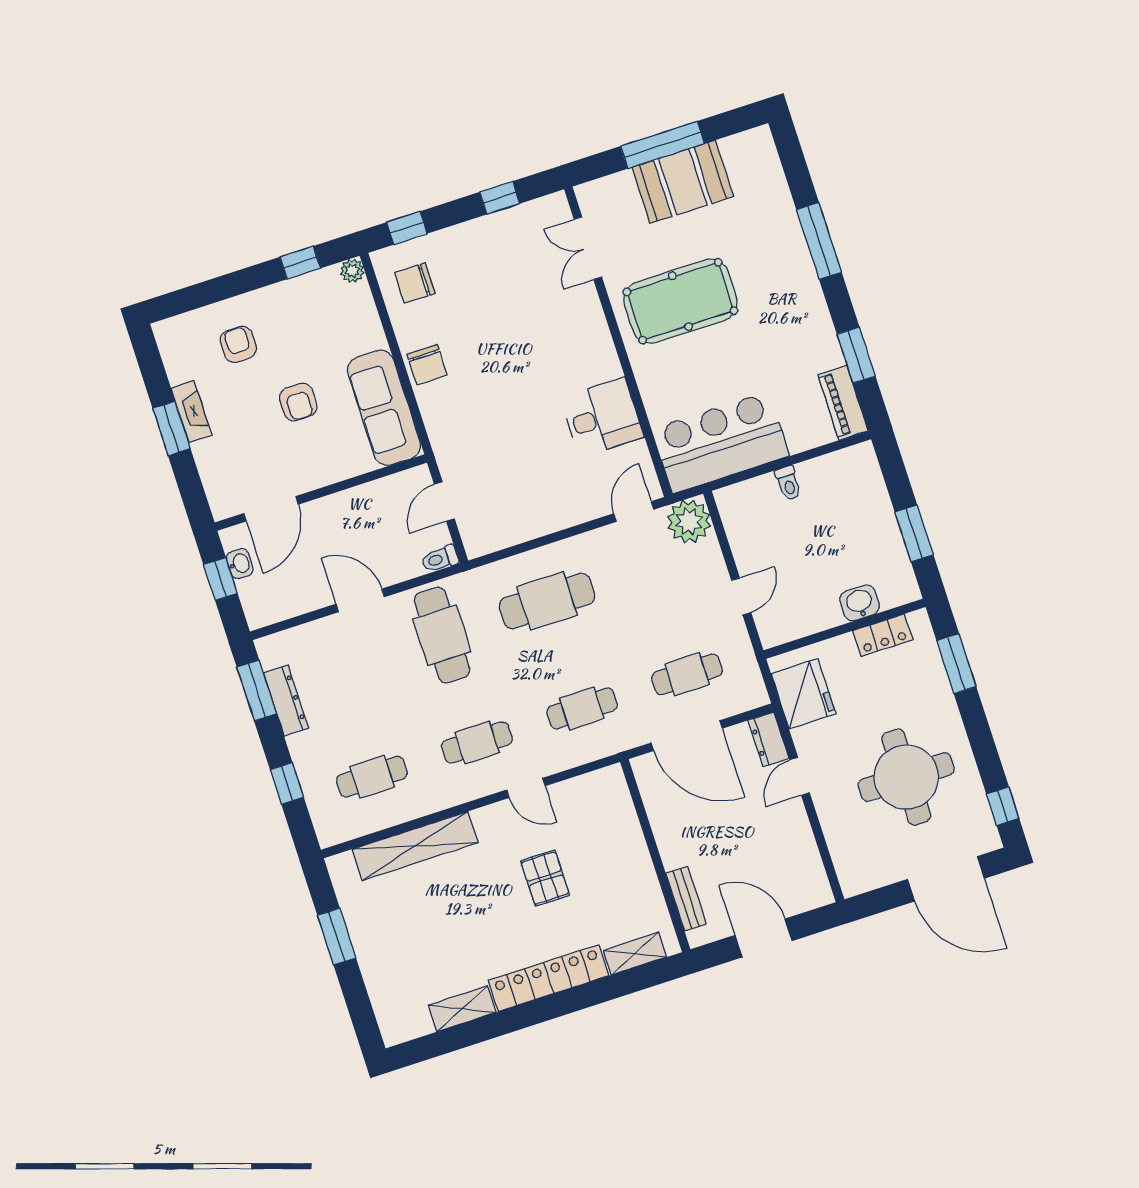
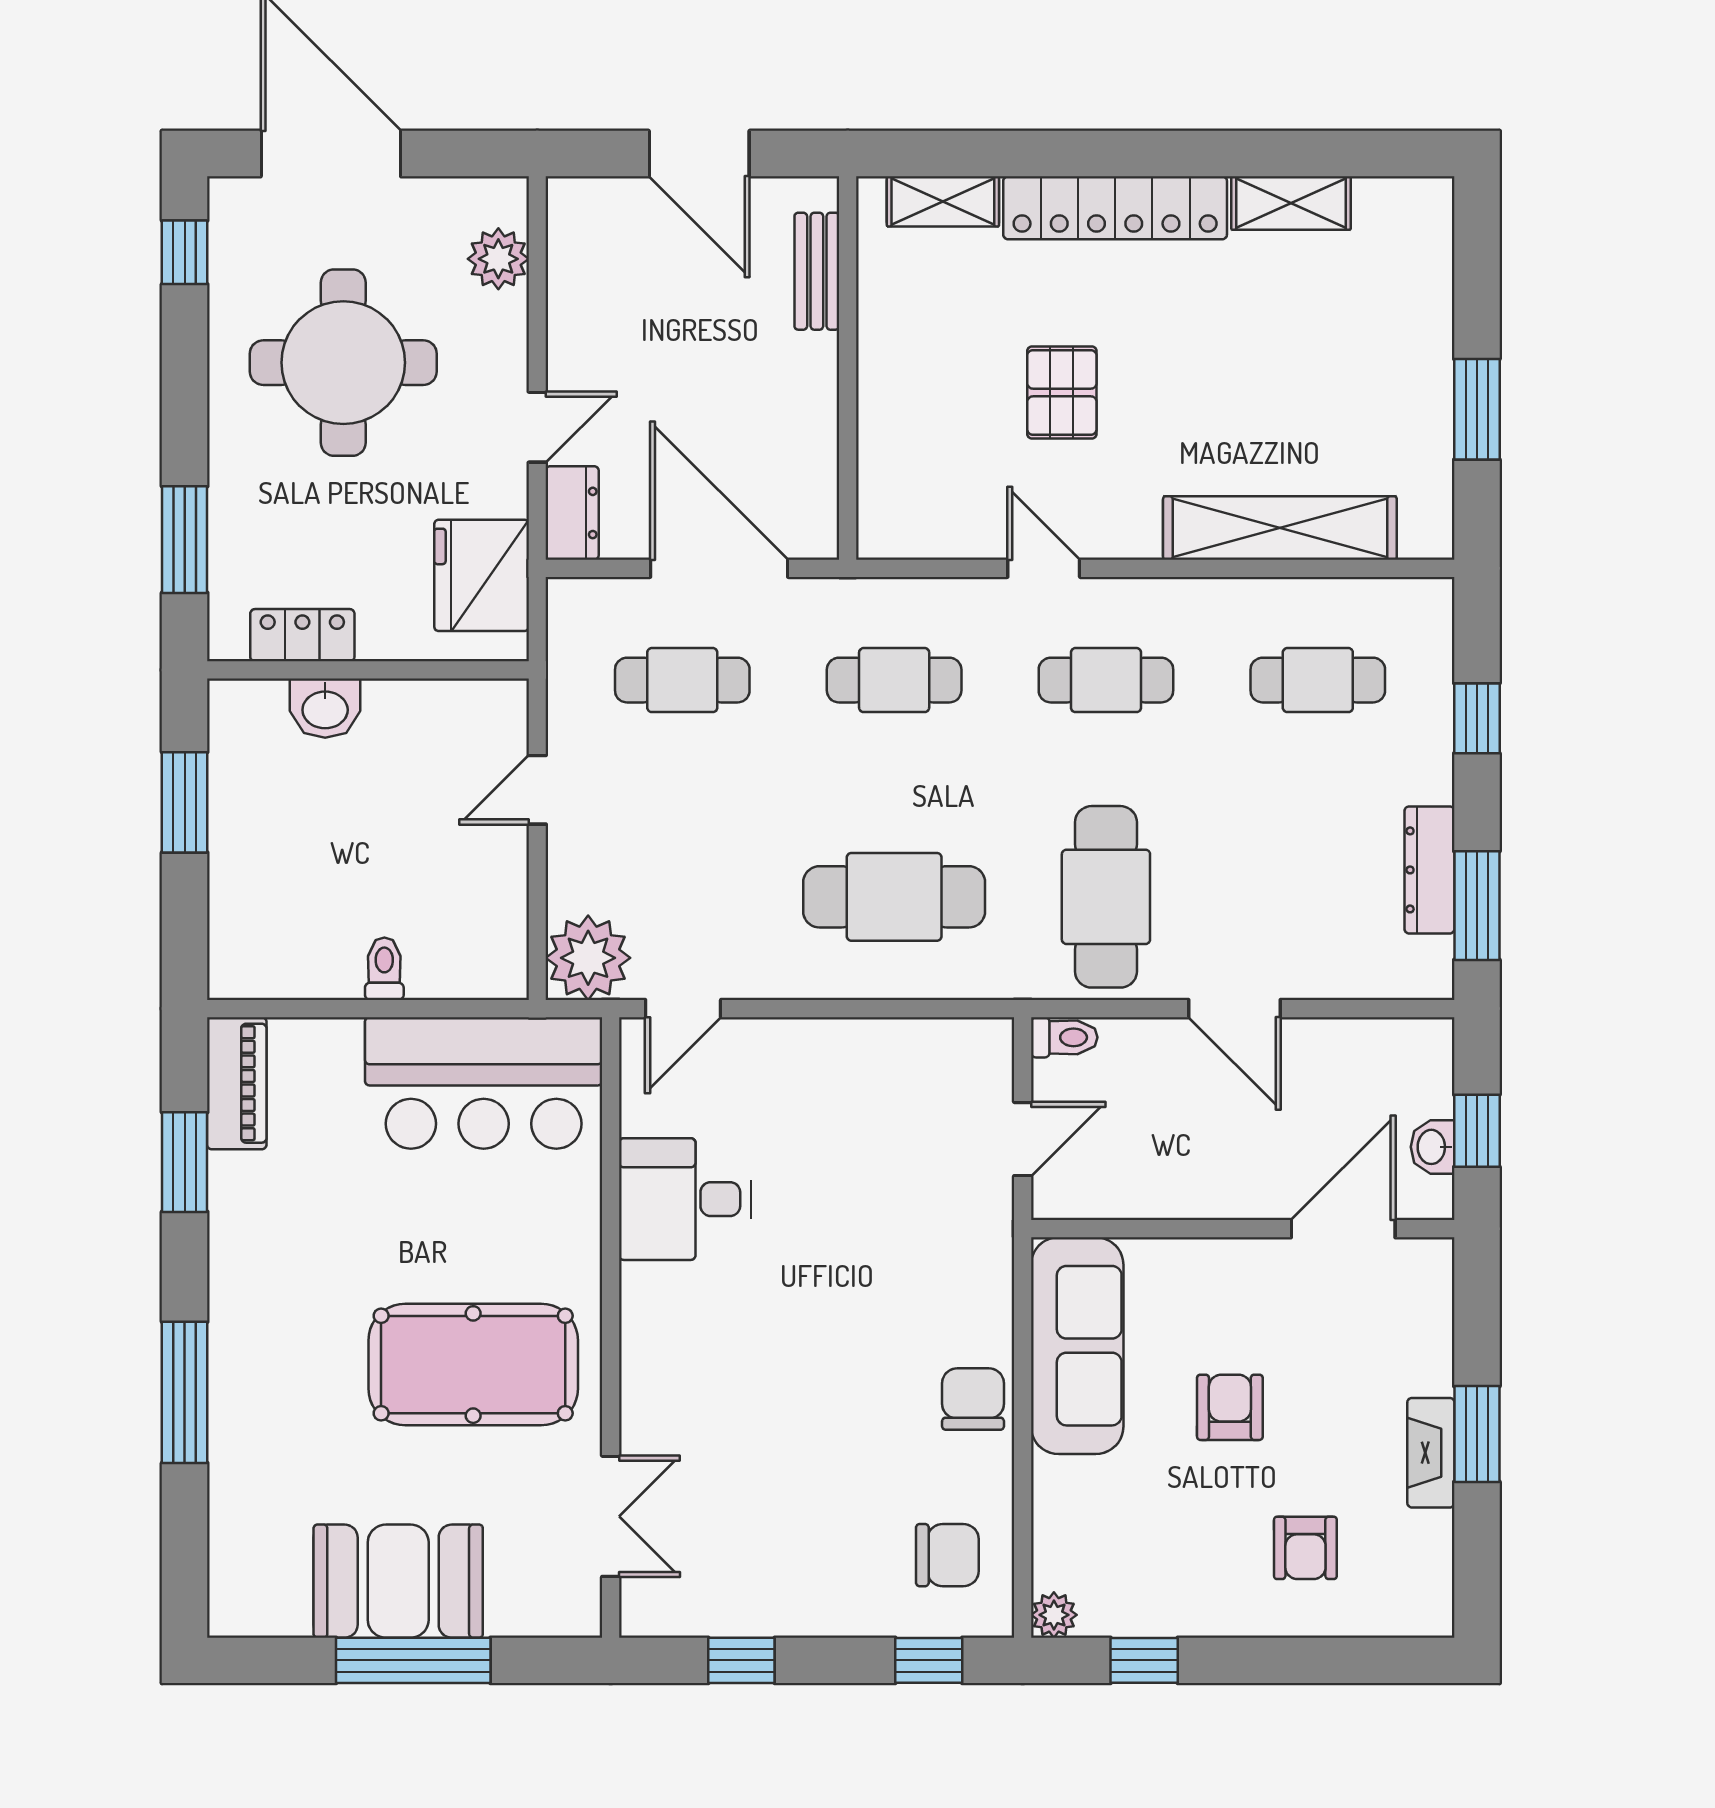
plant: (846, 854) -> (498, 259), added

